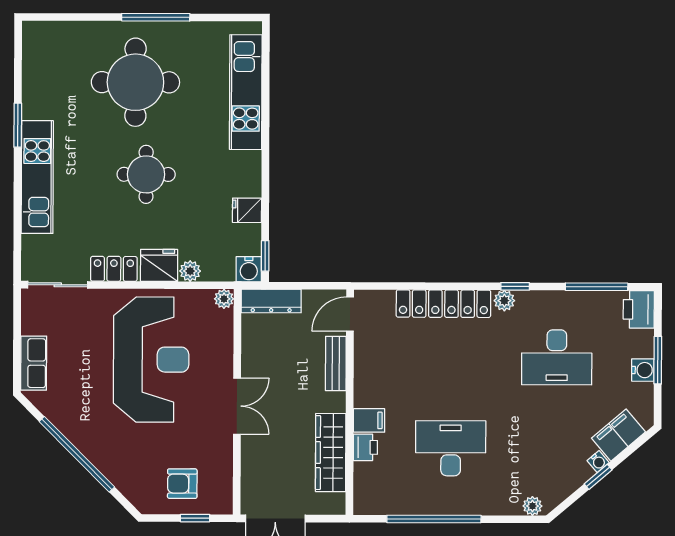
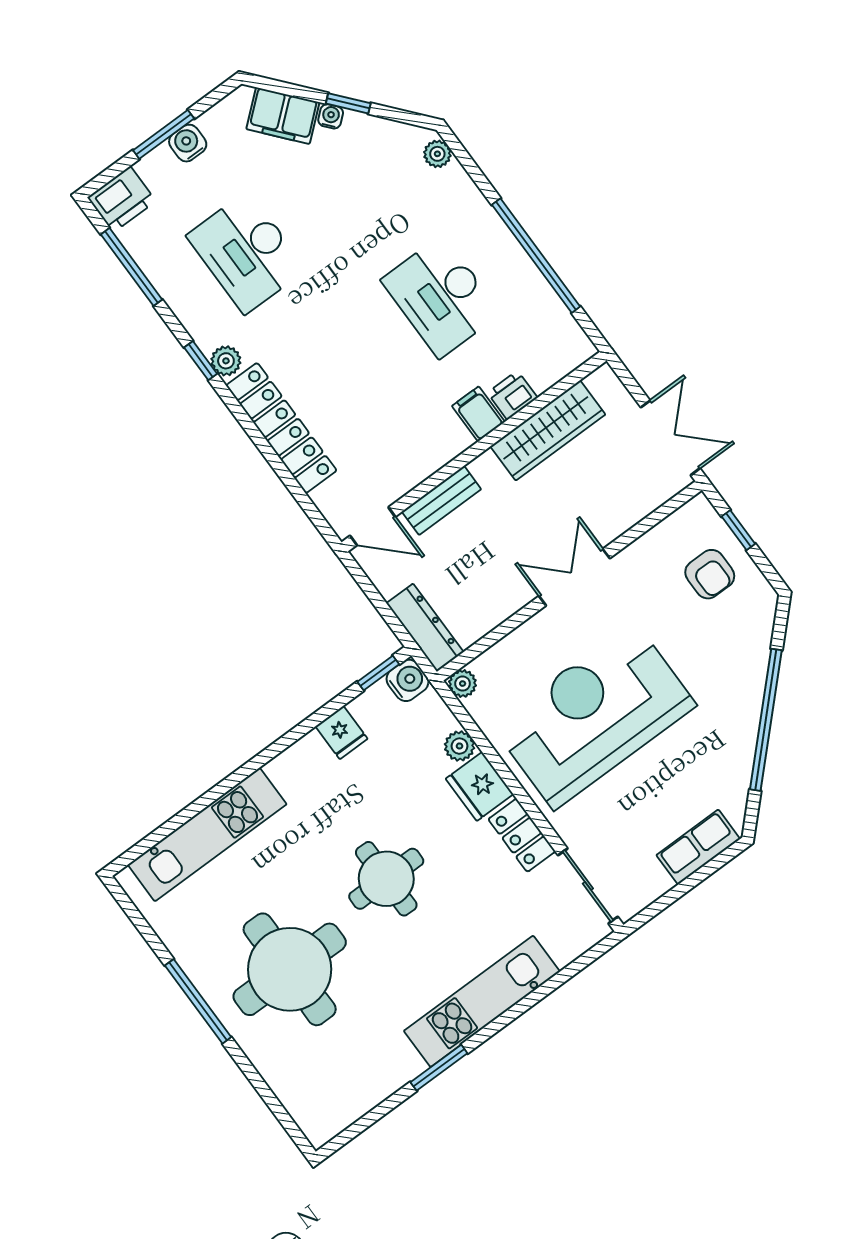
desk: (557, 357) -> (246, 252), turned 180

